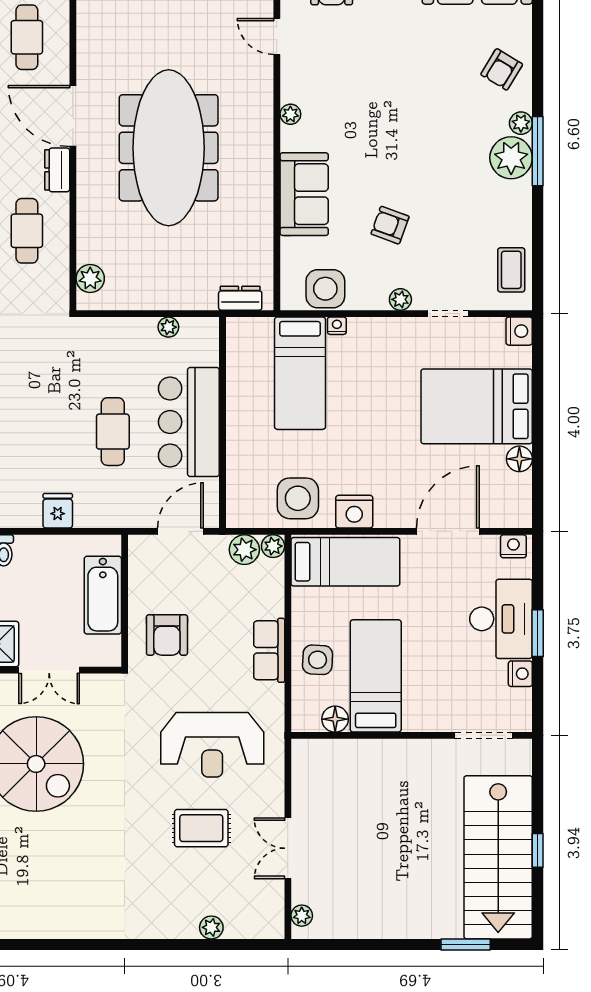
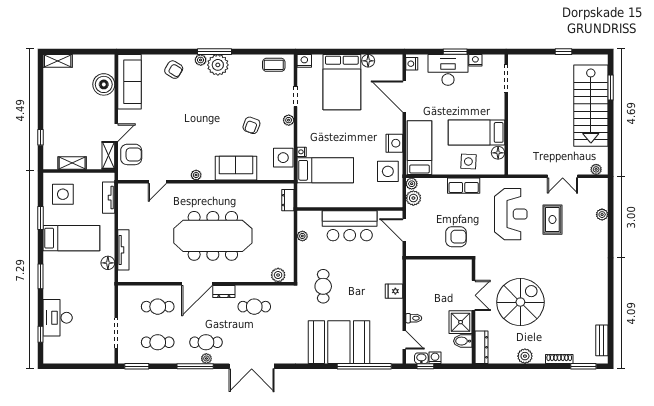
cafe table: (113, 432) -> (323, 286), moved, turned 90
bathtub: (103, 595) -> (436, 269), removed
stairs: (498, 857) -> (591, 106), moved, turned 90

